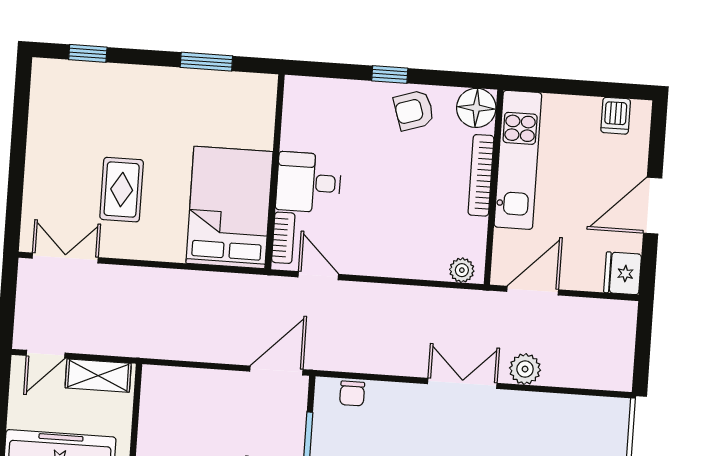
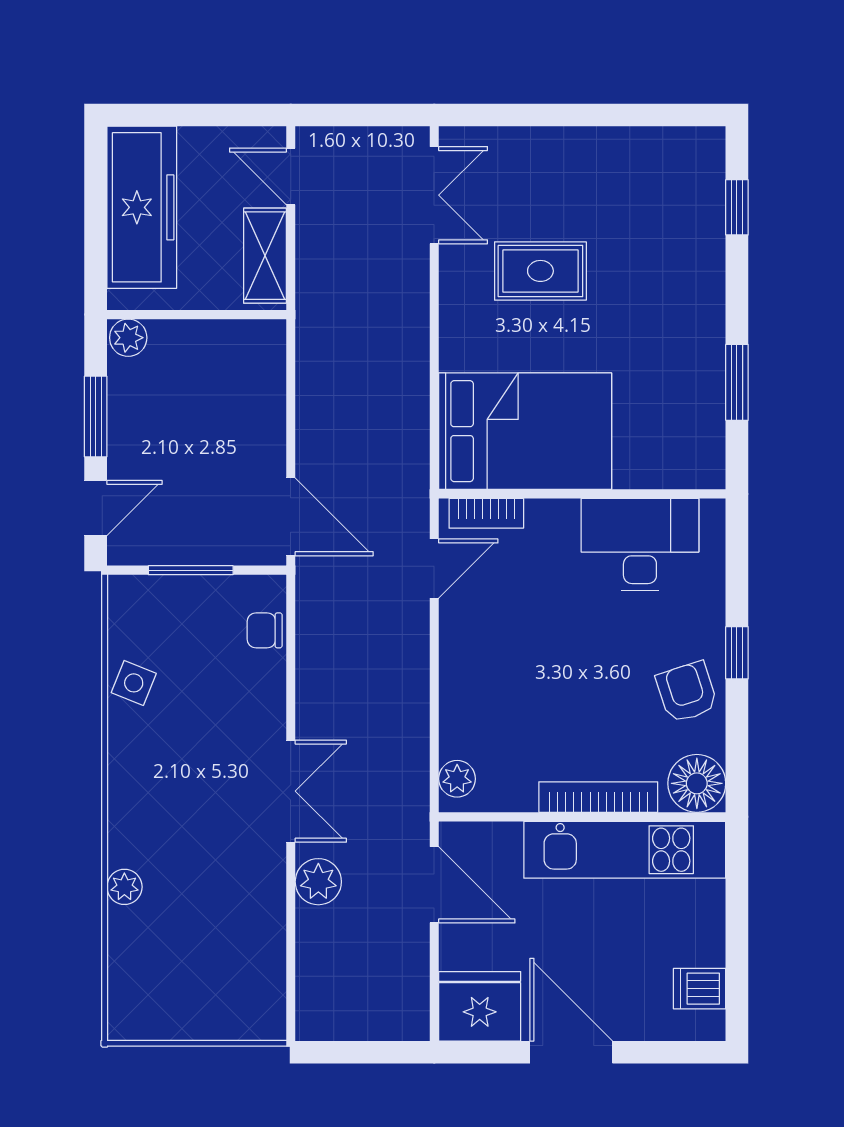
desk: (309, 182) -> (640, 545), moved, width x1.37
fridge: (623, 273) -> (480, 1006), width x1.36, depth x1.34

